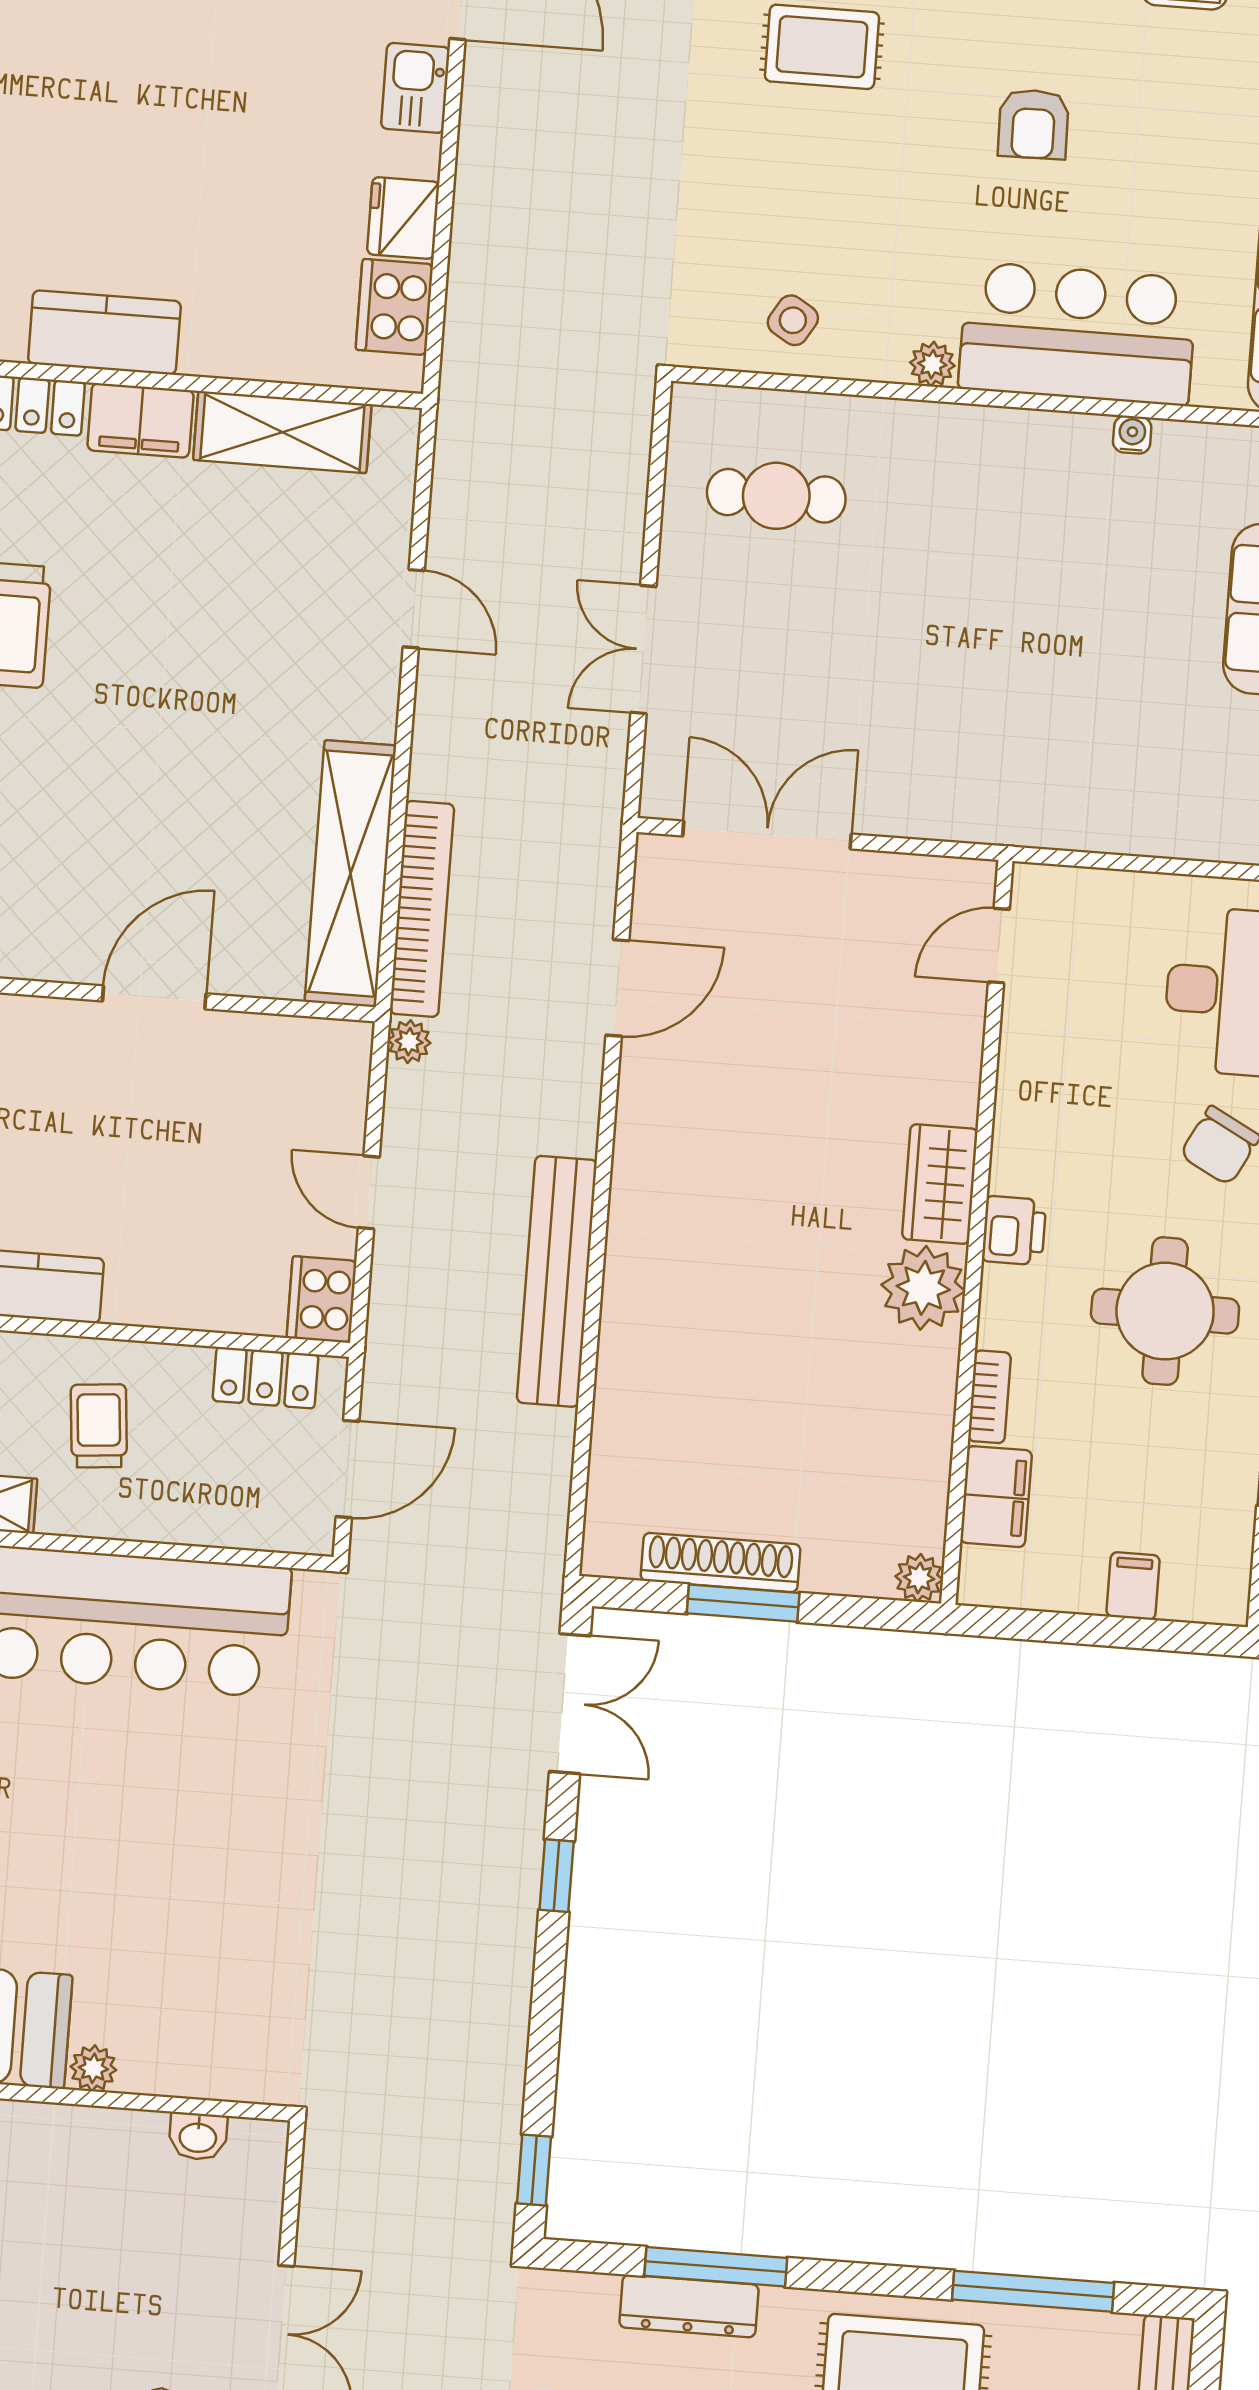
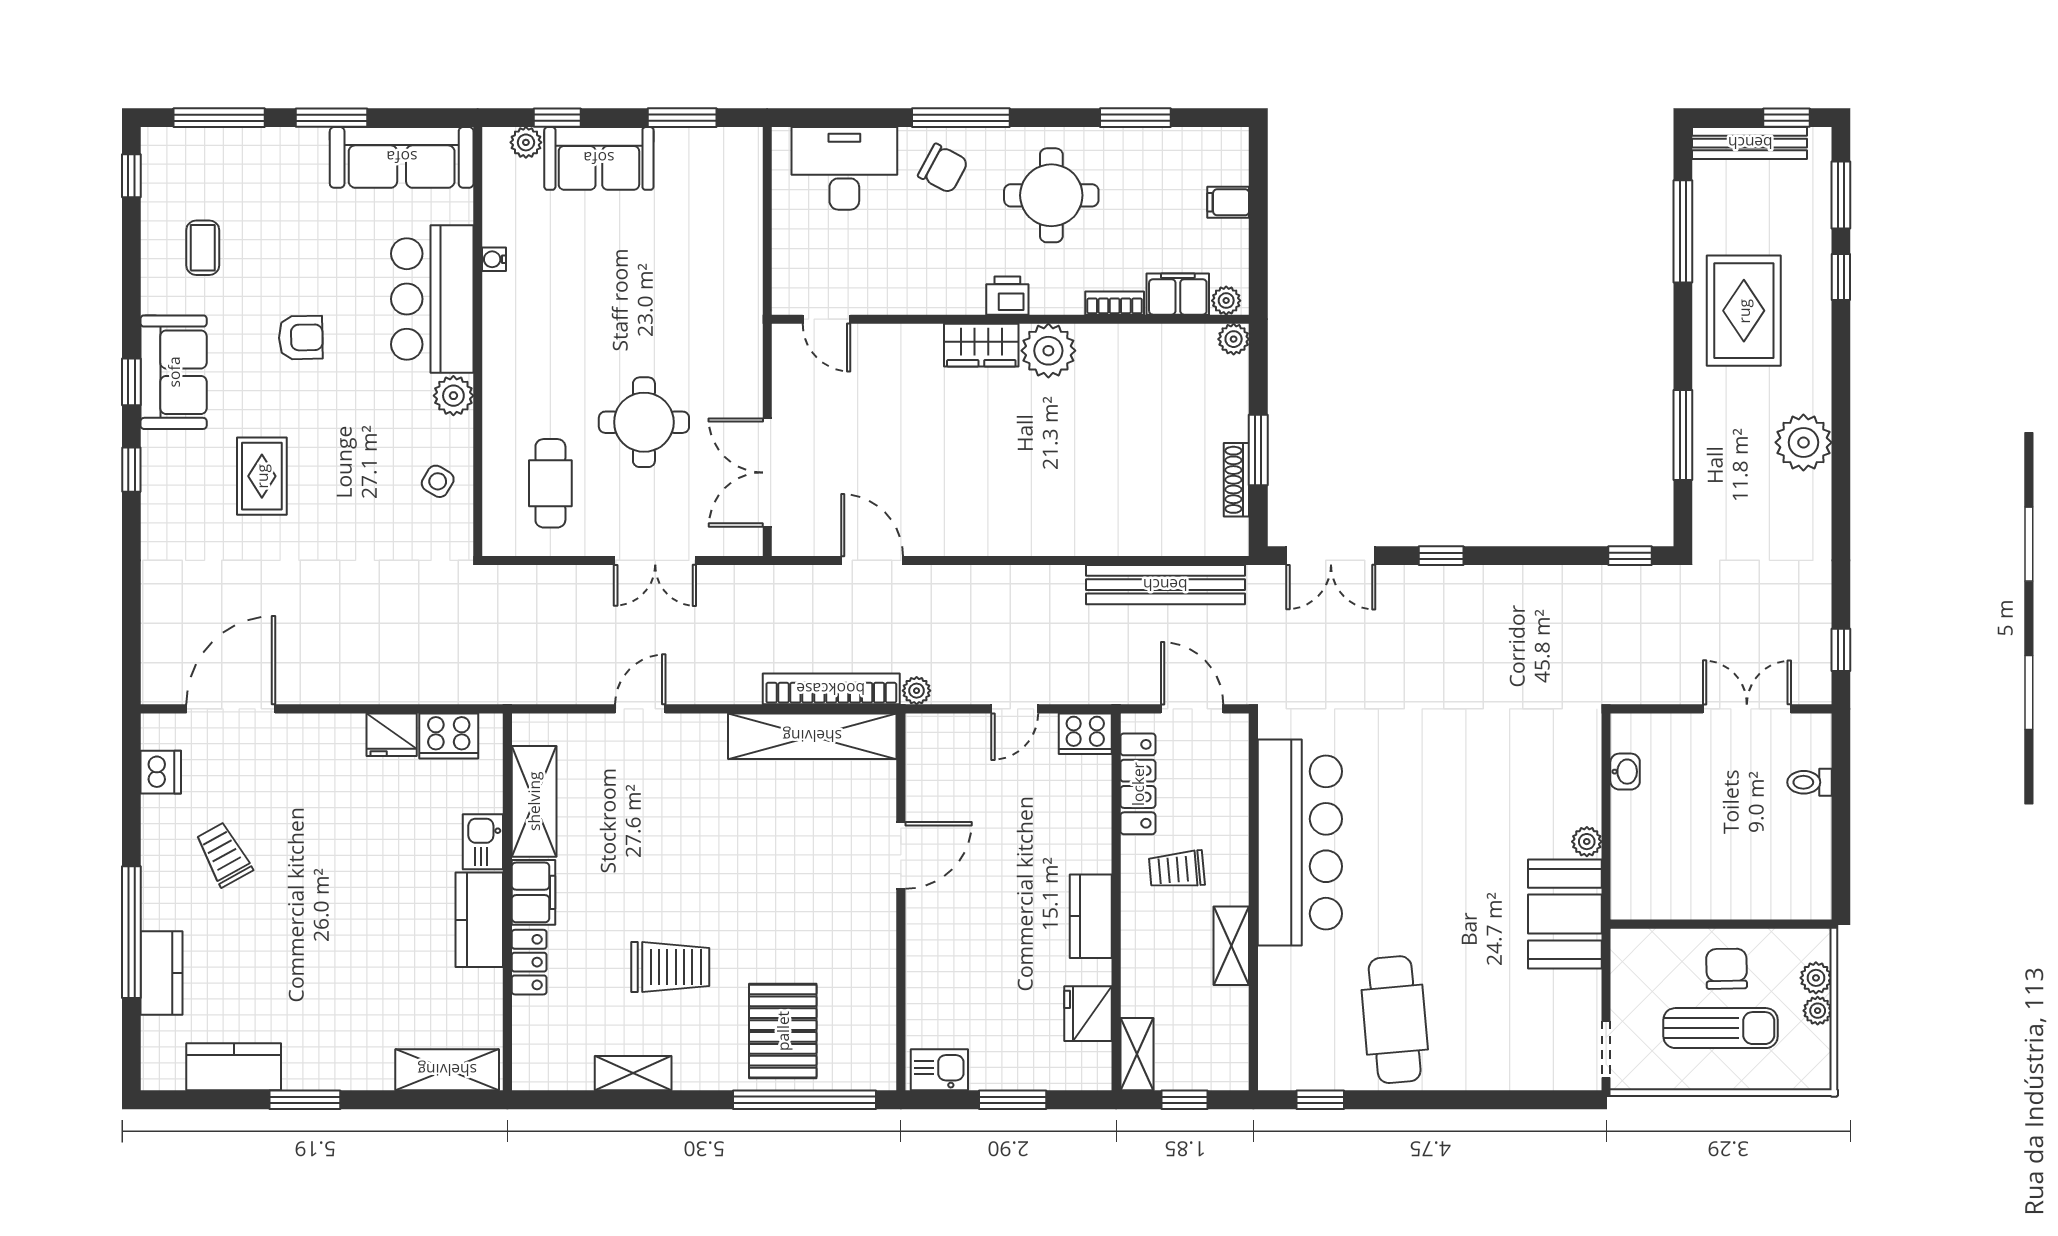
kitchen sink: (415, 88) -> (483, 842), moved, turned 90
plant: (932, 364) -> (453, 396), width x1.38, depth x1.38
round table: (860, 649) -> (644, 422), added
door: (154, 997) -> (901, 855), swing flipped
bench: (557, 1281) -> (1165, 585), moved
locker: (266, 1378) -> (1138, 784), width x1.53
shoe rack: (721, 1563) -> (1236, 480), width x0.74, depth x0.81
plant: (980, 1571) -> (1226, 301), added
double door: (570, 1704) -> (1331, 556), swing flipped
dresser: (689, 2306) -> (1709, 450), removed

